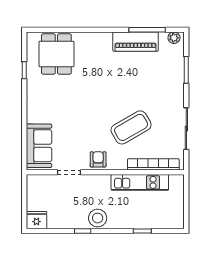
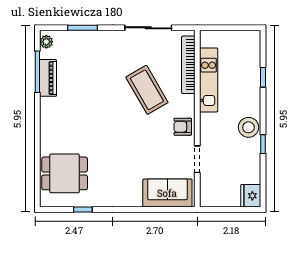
piano: (136, 42) -> (48, 78), width x0.73, depth x0.75

